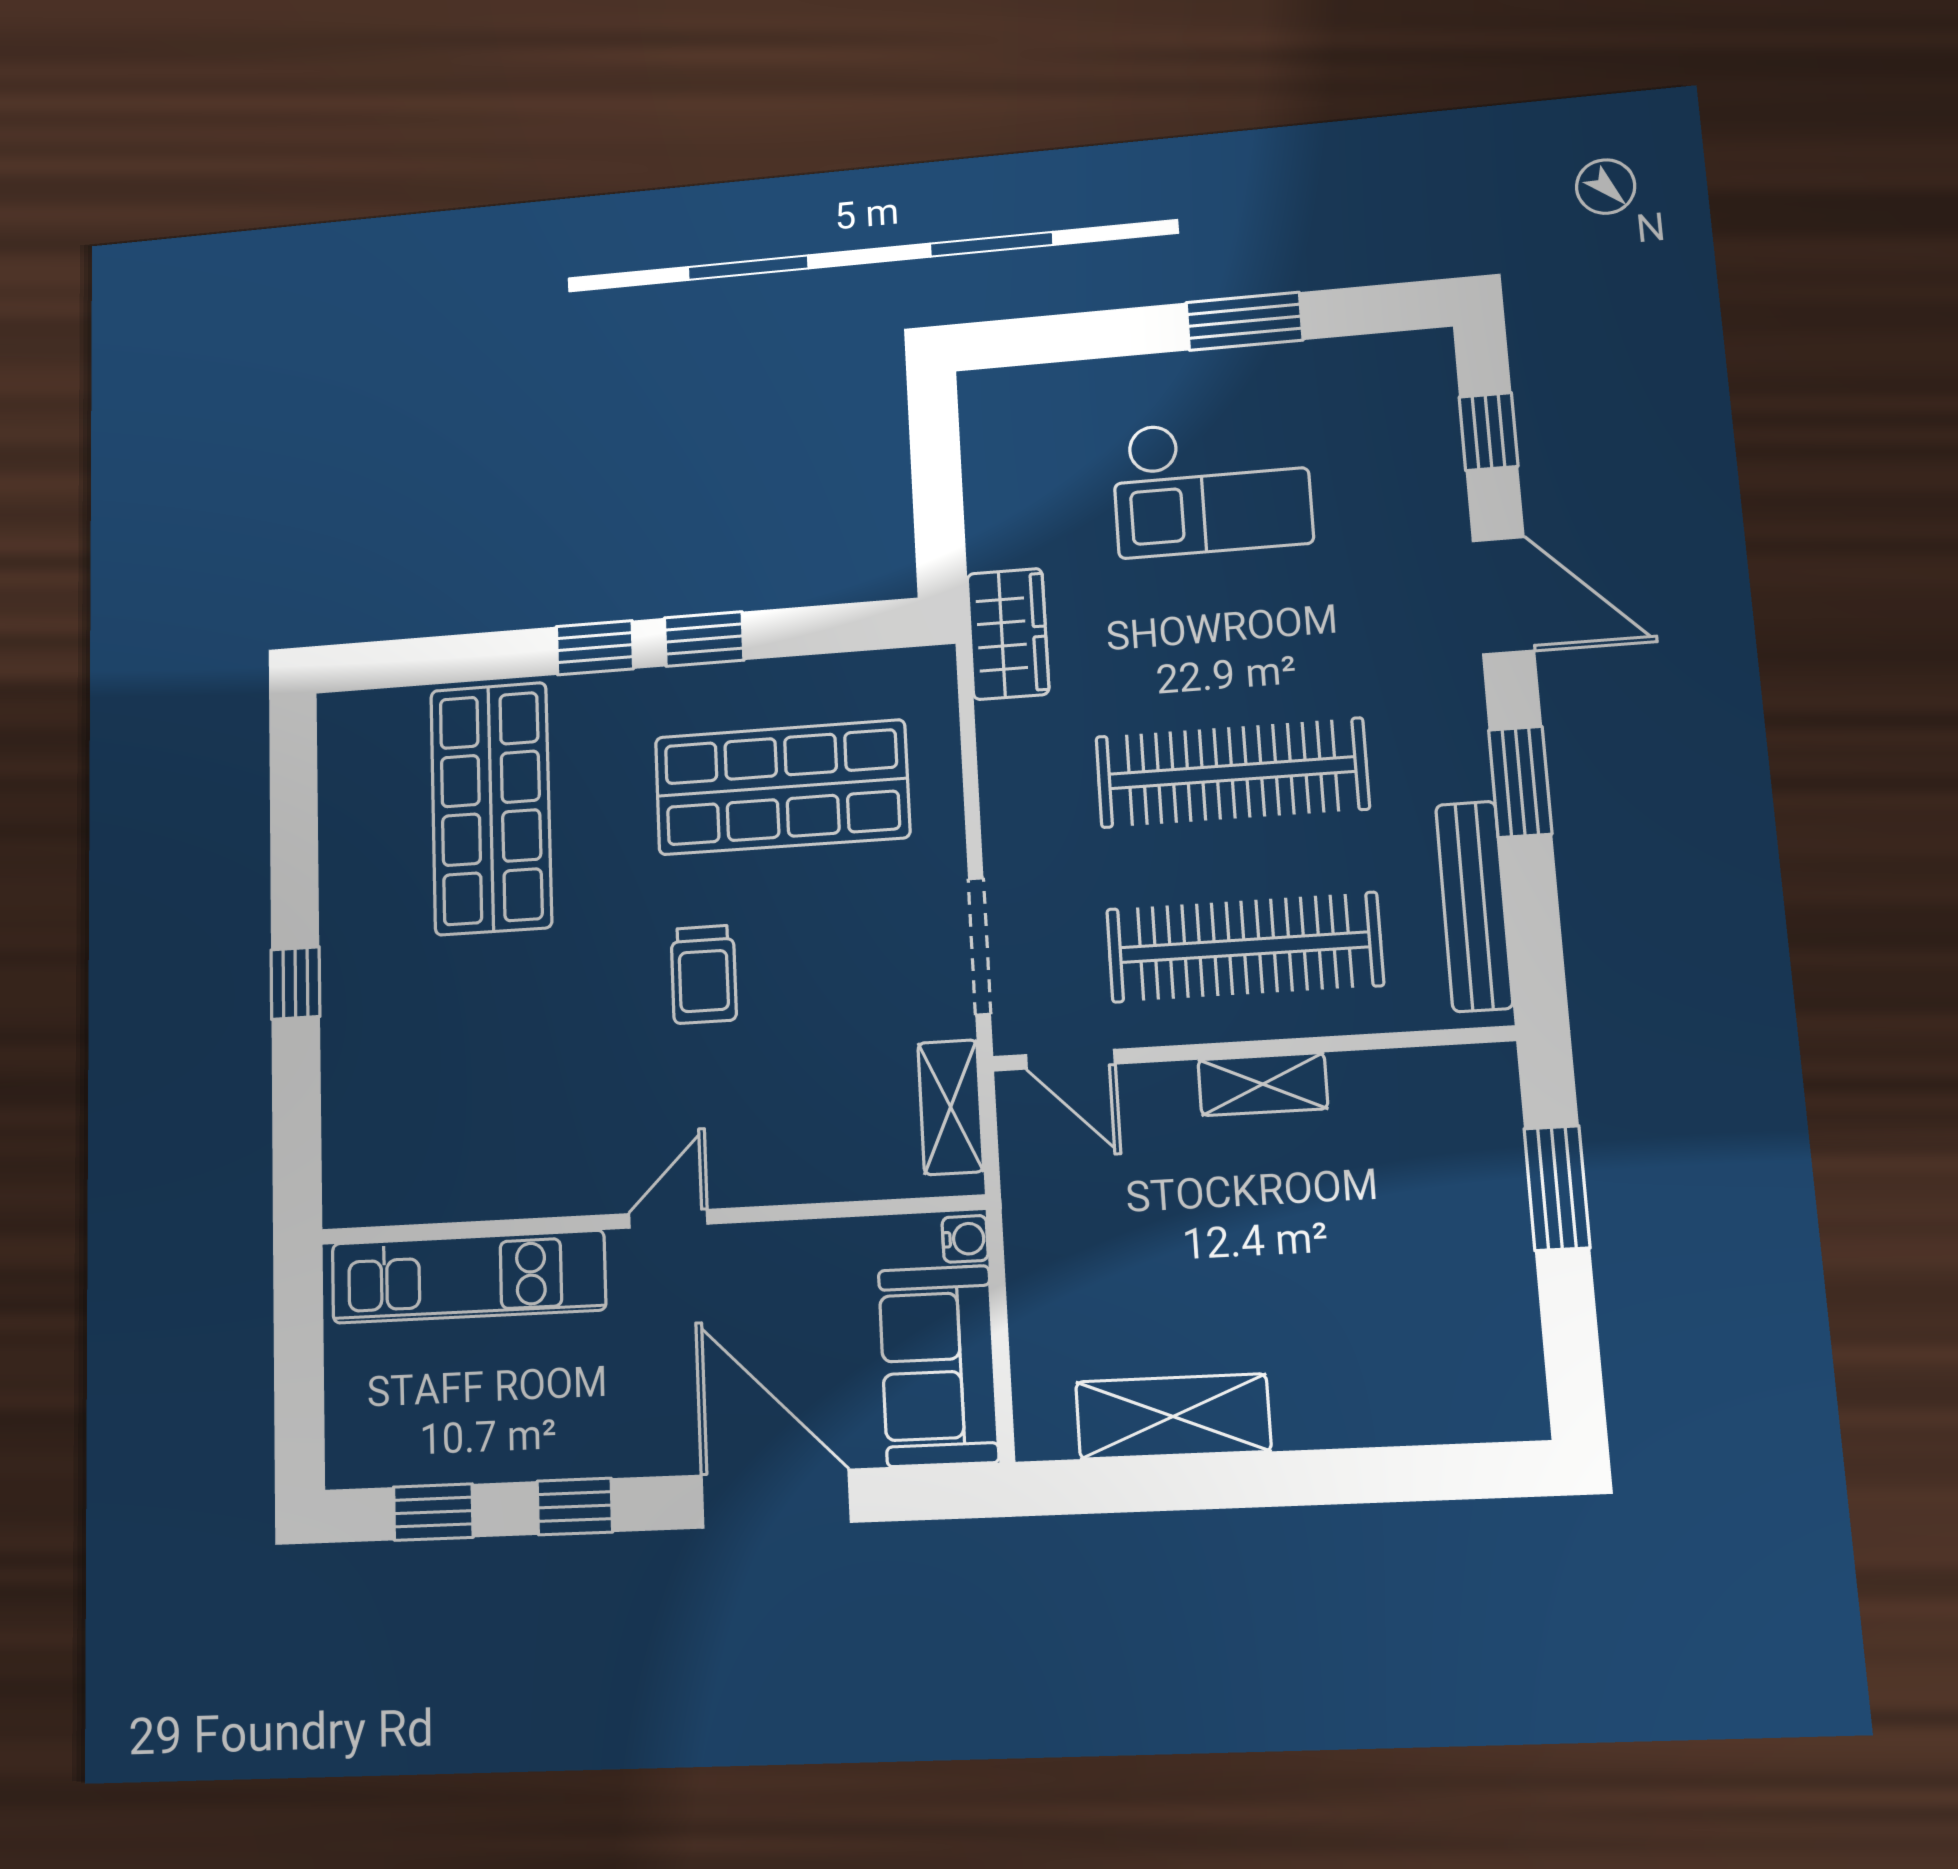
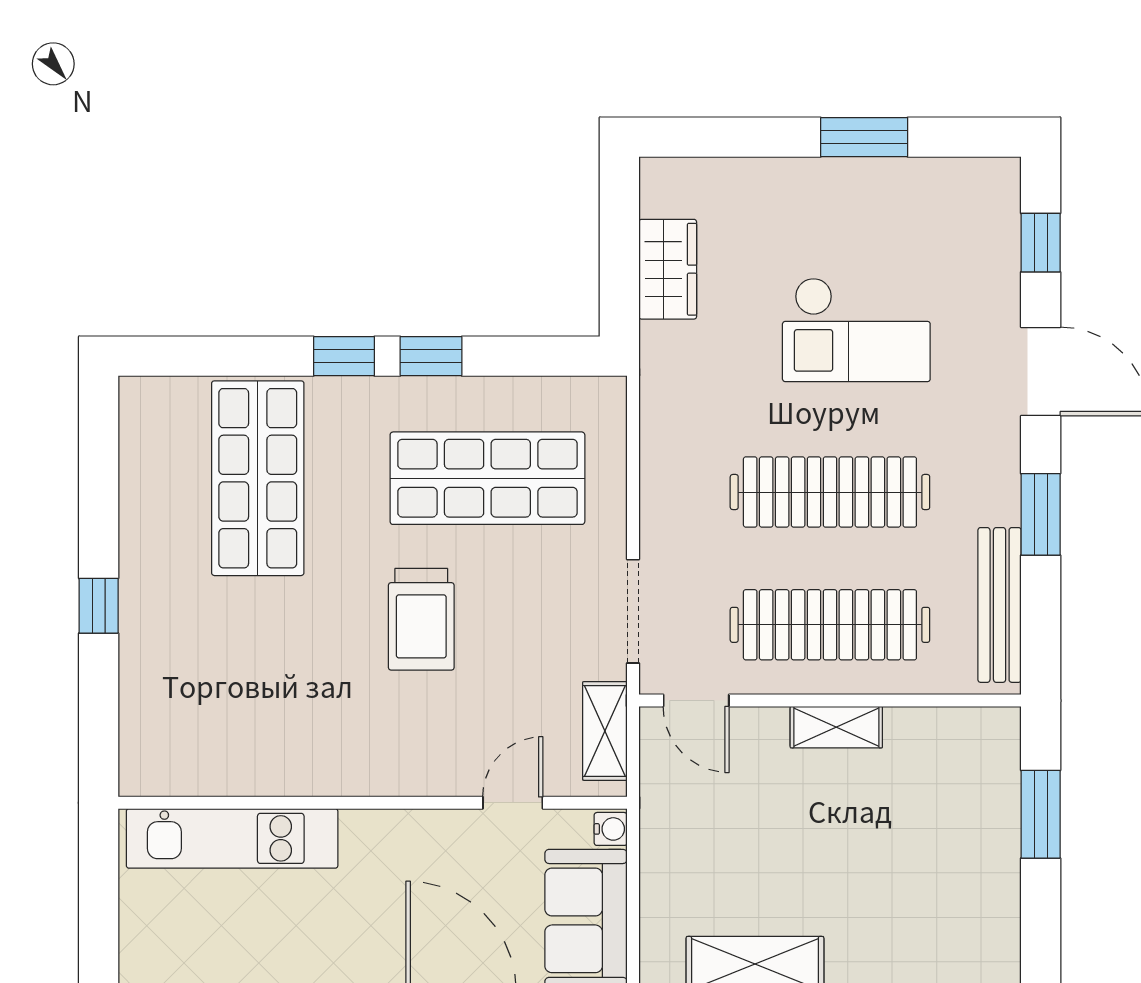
checkout: (1212, 486) -> (856, 330), moved
wardrobe: (1008, 634) -> (668, 269), moved
trolley: (704, 974) -> (421, 619), width x1.36, depth x1.39
door: (668, 1219) -> (513, 803), moved

